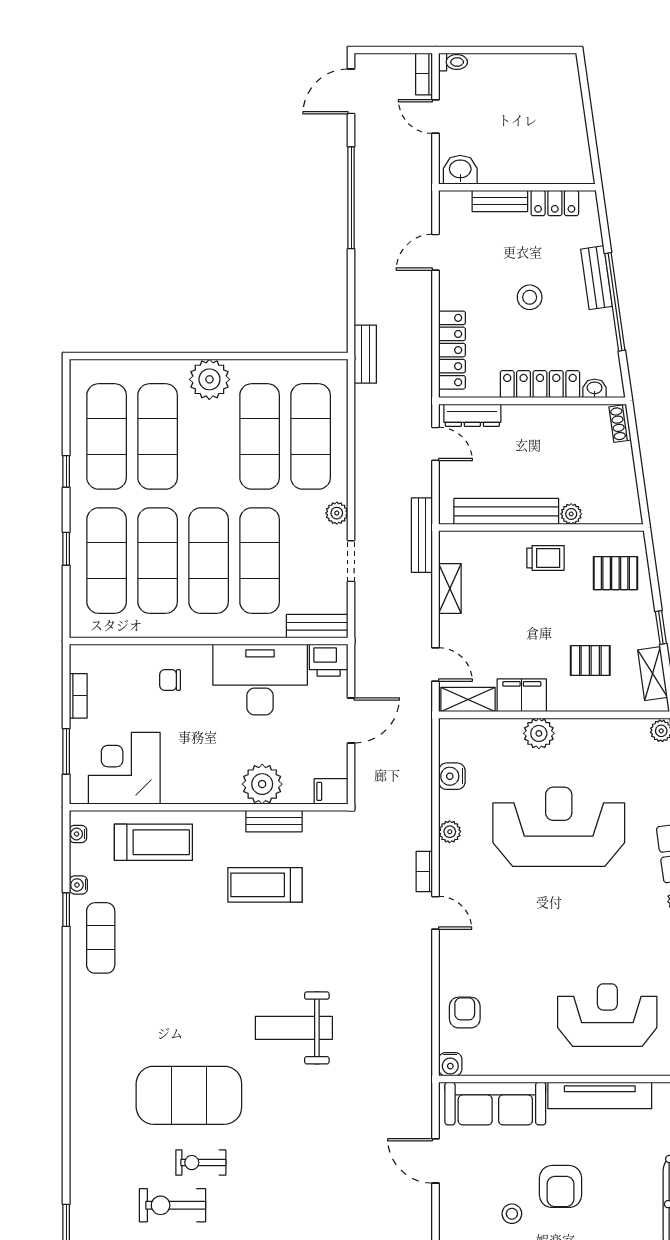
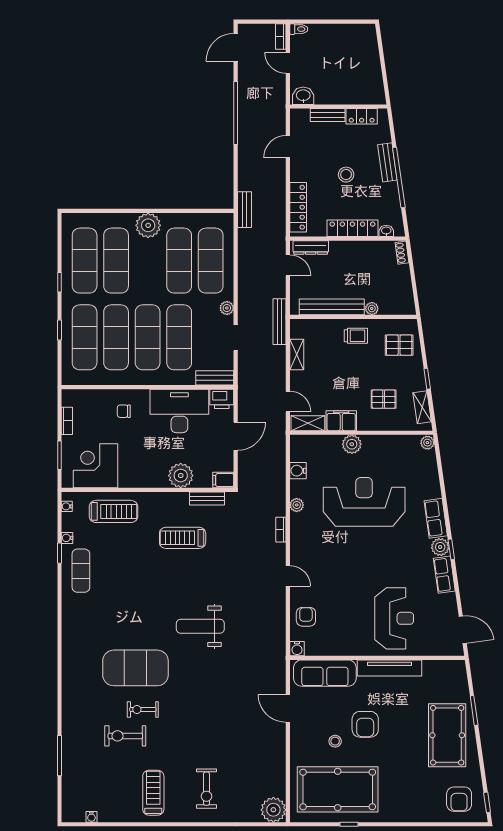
bench: (274, 821) -> (207, 498), moved
door: (435, 913) -> (288, 576), moved
reception desk: (607, 1015) -> (394, 618), turned 90

